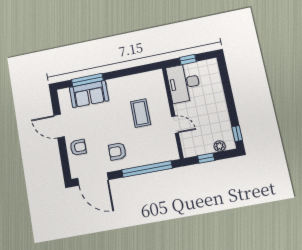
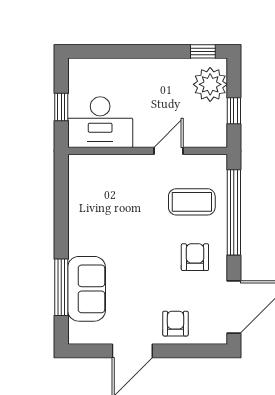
coffee table: (141, 113) -> (192, 202), moved
plant: (220, 146) -> (210, 84), width x1.88, depth x1.88
armchair: (117, 151) -> (195, 257), turned 180

